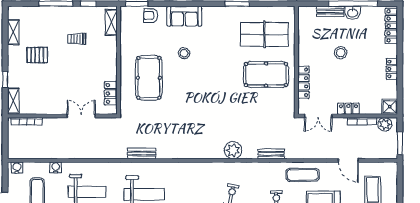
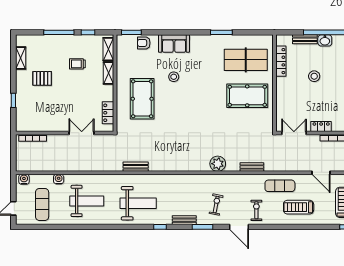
locker: (304, 82) -> (281, 61), moved
shelving: (13, 101) -> (109, 73), moved
double door: (318, 116) -> (294, 133), swing flipped

